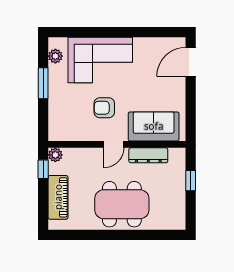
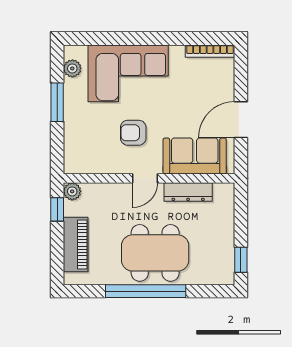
bookcase: (166, 42) -> (210, 51), added
door: (191, 62) -> (241, 120), moved
window: (191, 181) -> (241, 260), moved
window: (114, 235) -> (146, 291), added

